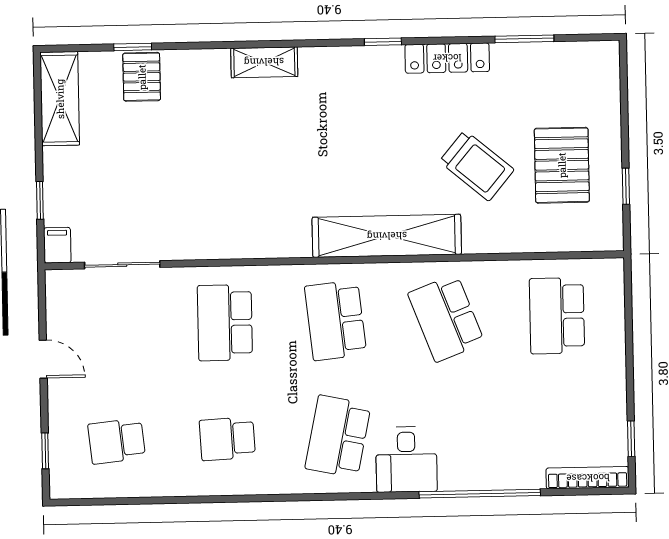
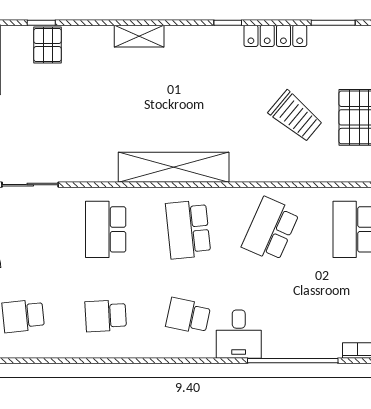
shelving: (387, 236) -> (174, 167), moved
school desk: (446, 318) -> (271, 229), turned 45
school desk: (338, 436) -> (188, 316), width x0.54

